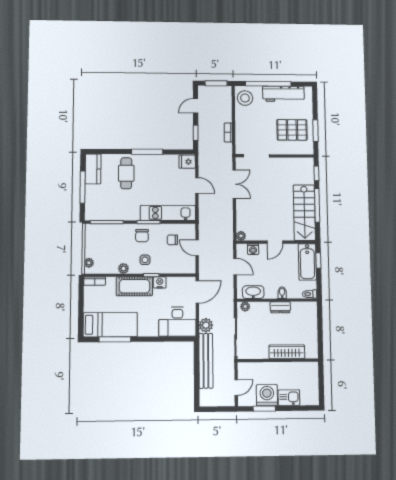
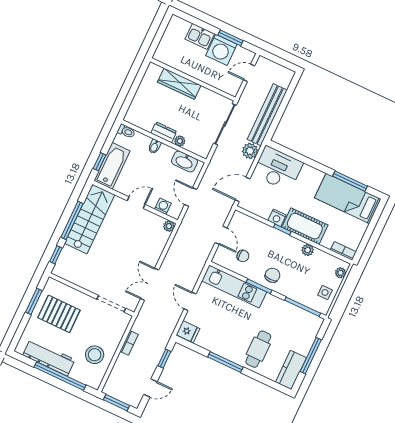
stool: (245, 98) -> (95, 355), moved
side table: (145, 260) -> (325, 292), moved
plant: (245, 307) -> (180, 141), moved

